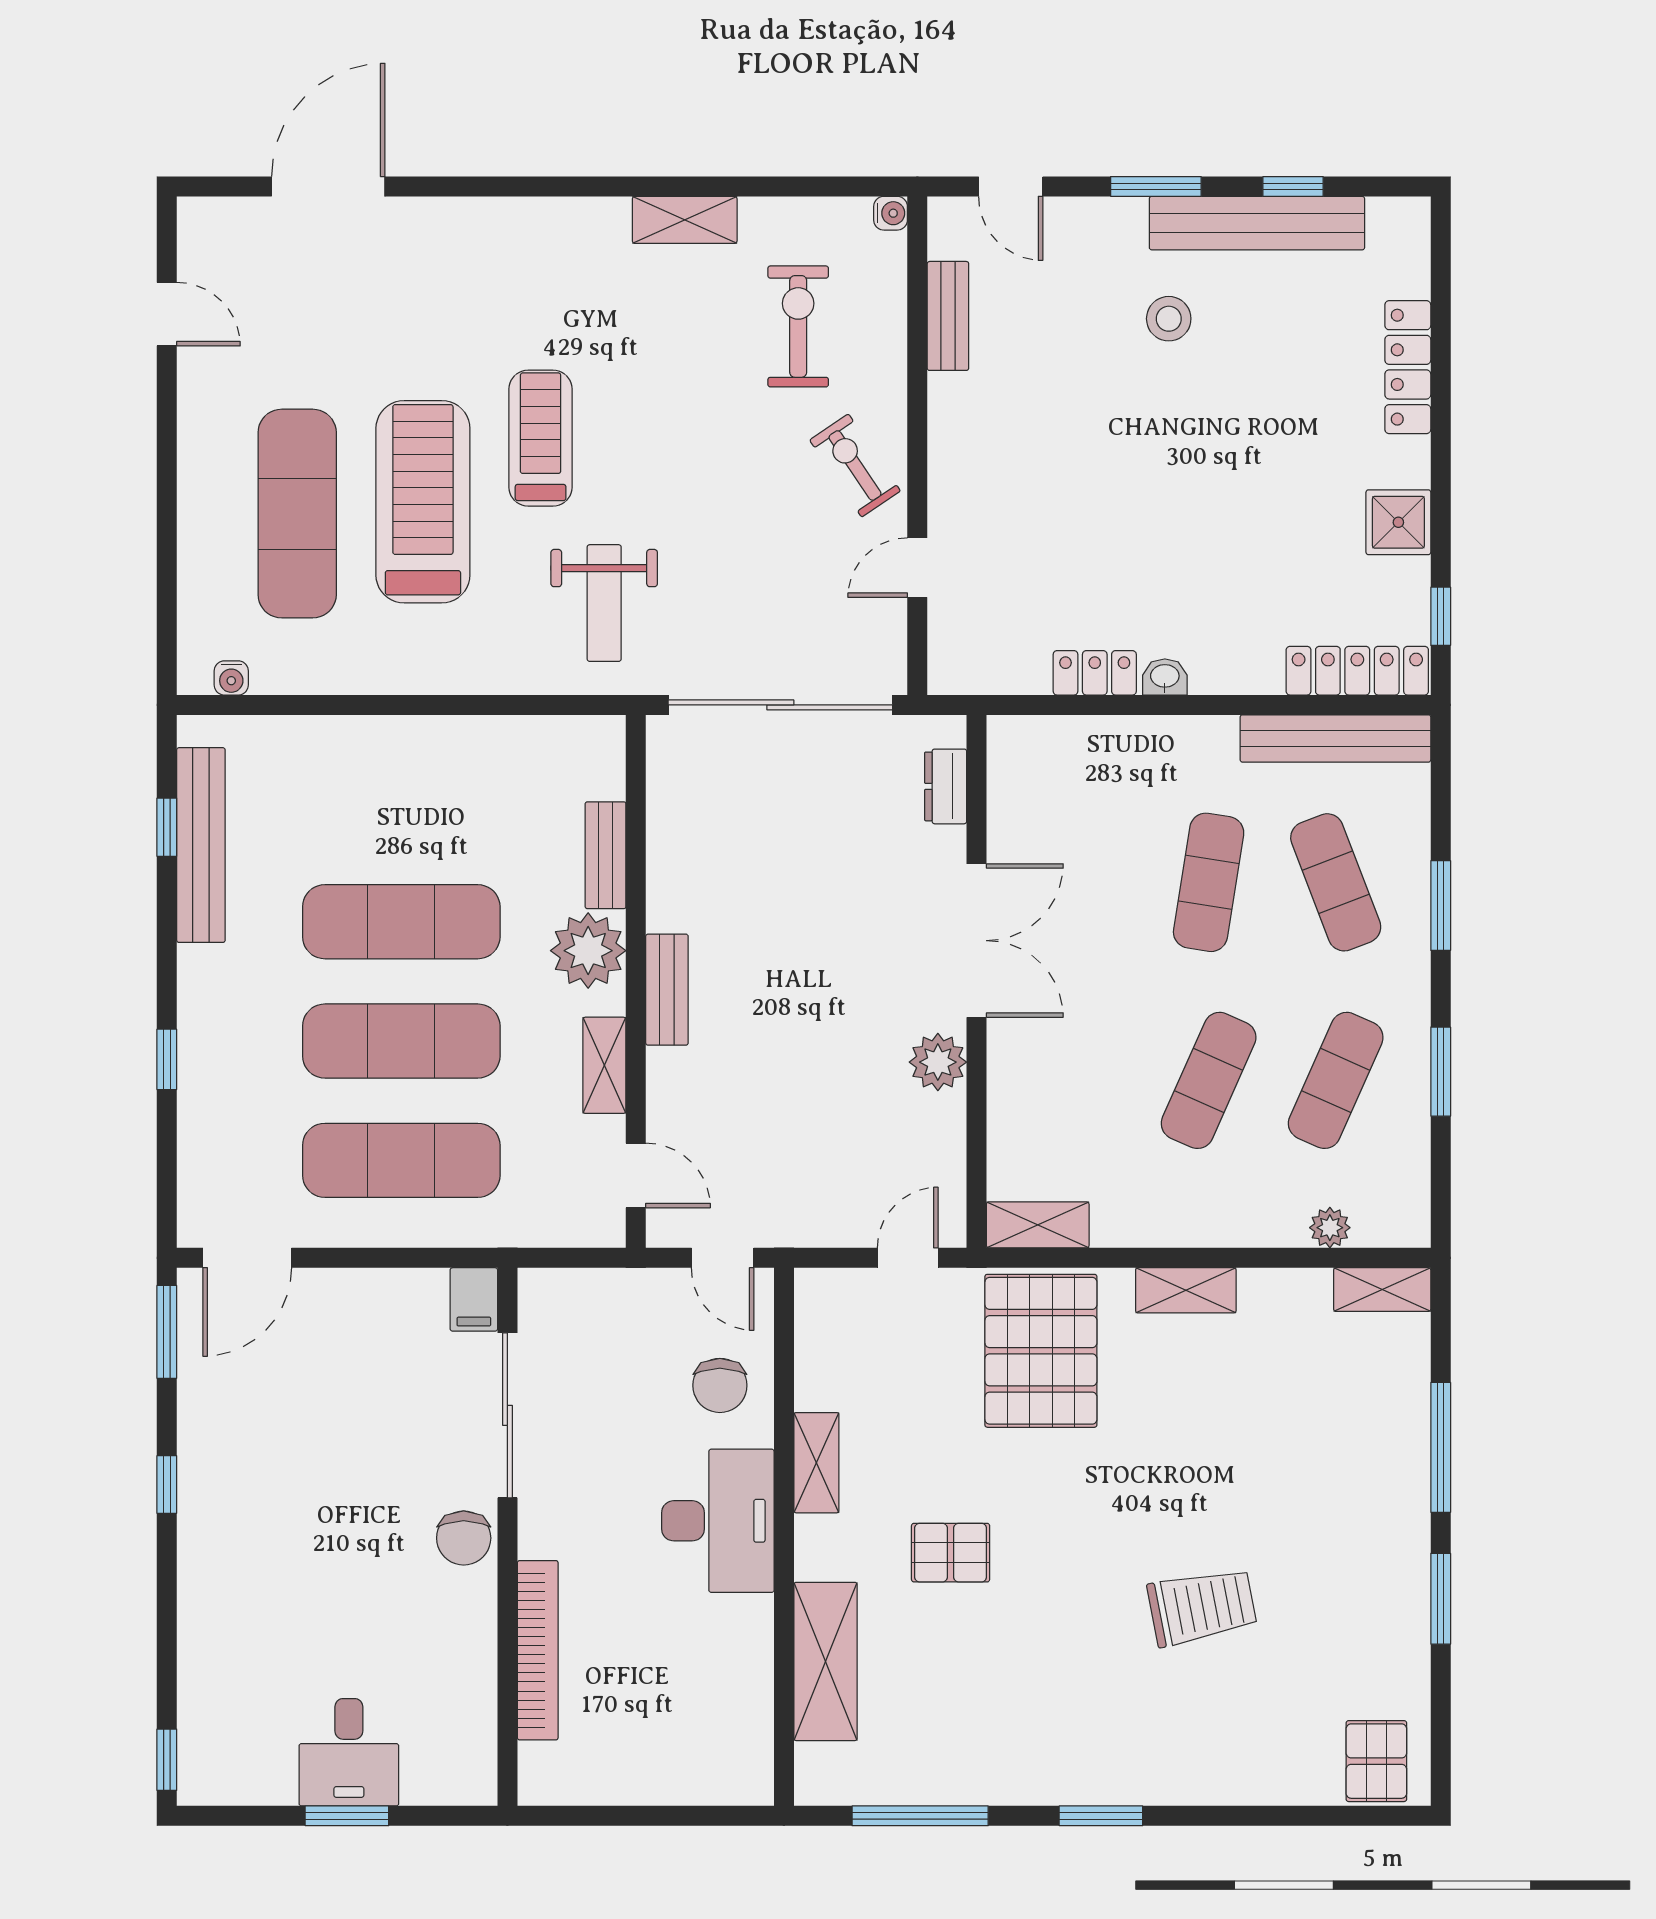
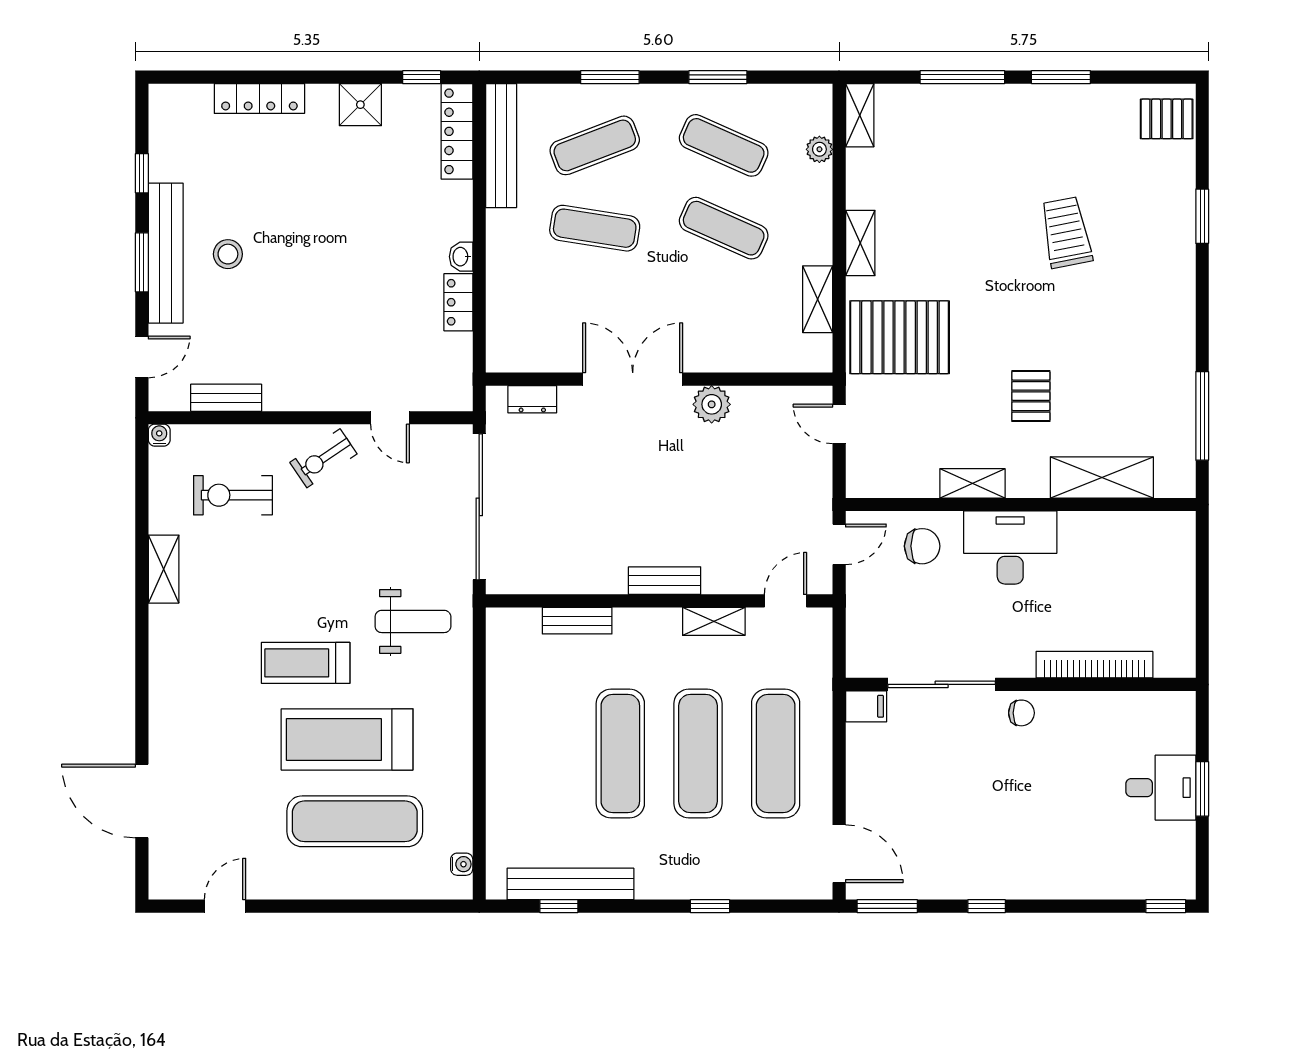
bench: (1257, 223) -> (166, 253), moved
plant: (588, 951) -> (639, 632), removed
shelving: (1038, 1225) -> (818, 299), moved
chair: (464, 1538) -> (1021, 713), width x0.73, depth x0.73
window: (1101, 1816) -> (1202, 216), moved

